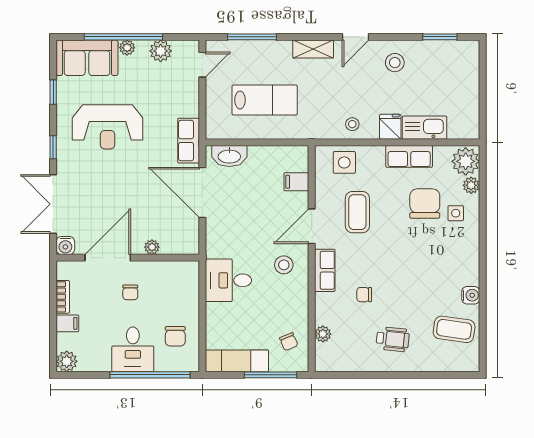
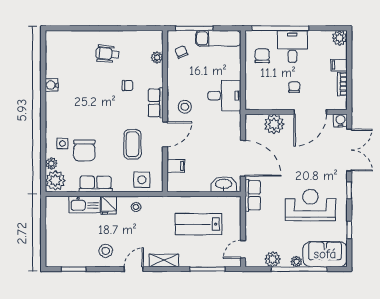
plant: (152, 247) -> (274, 124), width x1.88, depth x1.88
coffee table: (454, 329) -> (64, 61), removed

